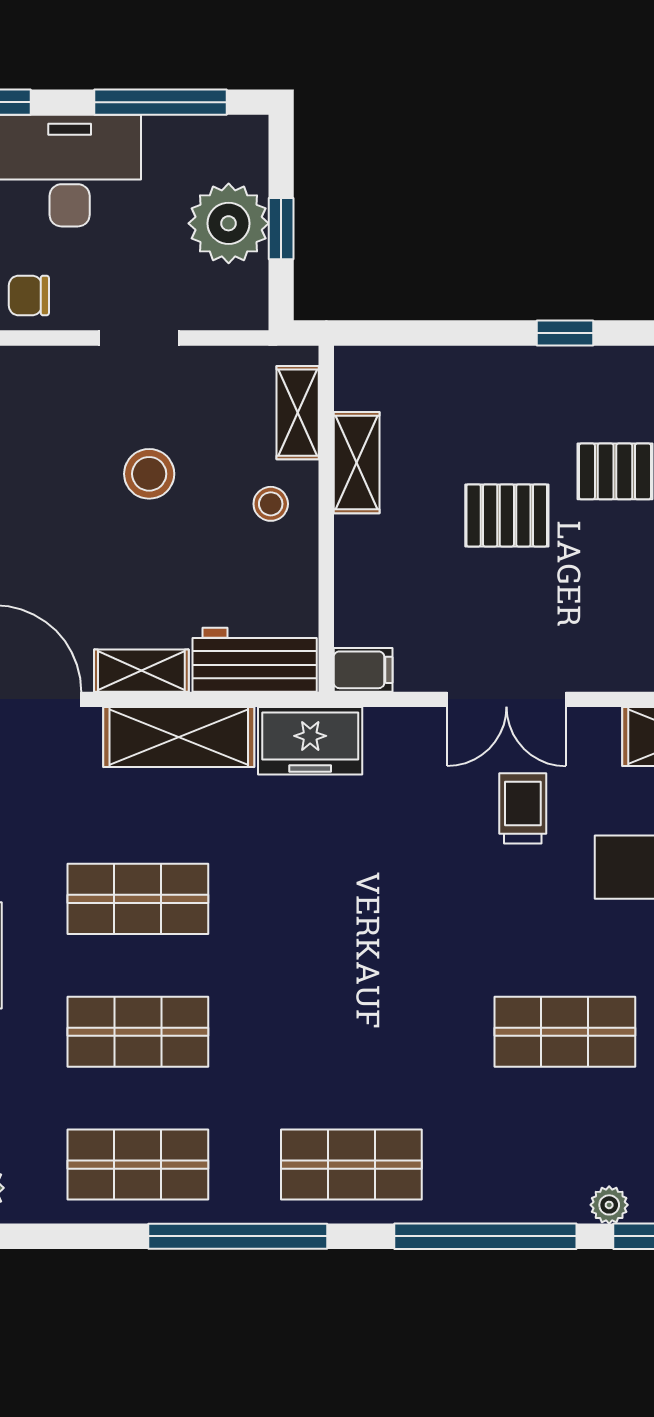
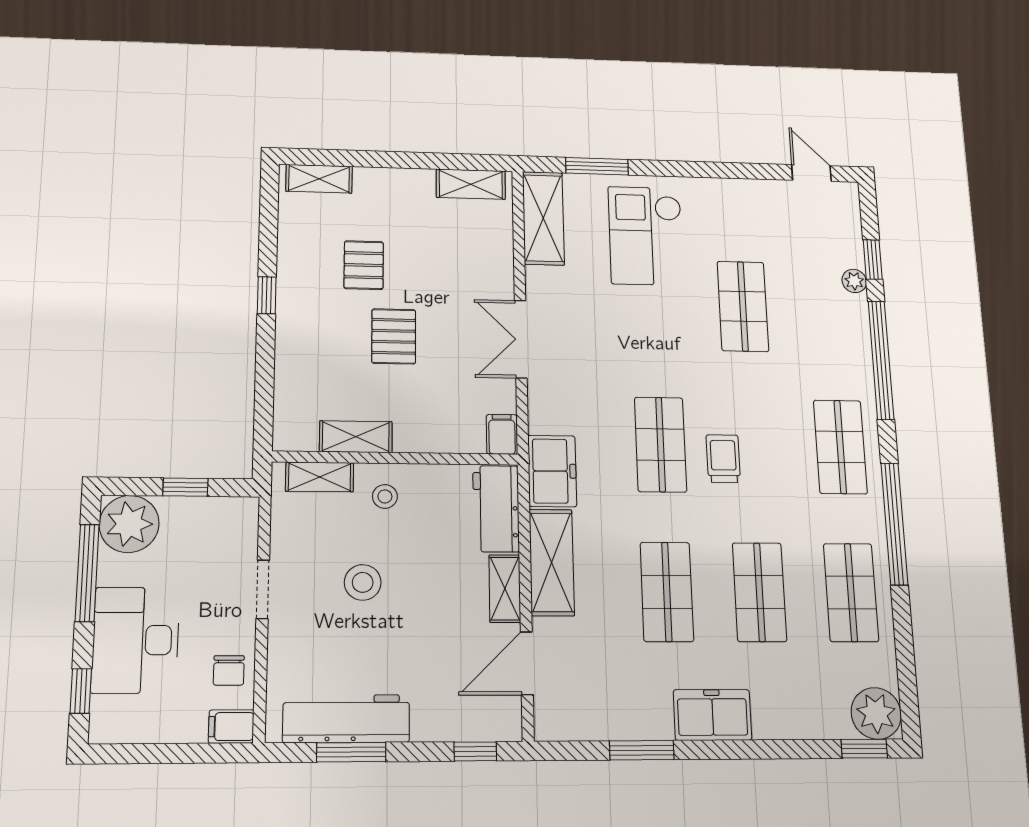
plant: (229, 223) -> (129, 524), moved
double door: (506, 699) -> (521, 339), swing flipped
trolley: (523, 808) -> (723, 459), moved, turned 90
shop shelf: (351, 899) -> (661, 444), added

